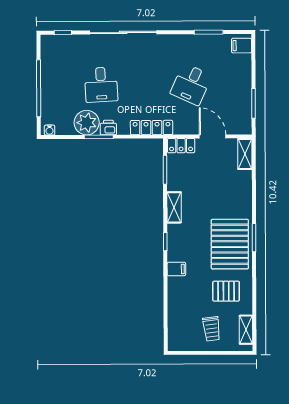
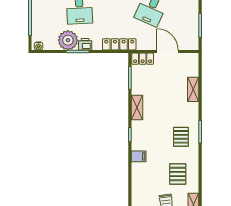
shelving: (245, 154) -> (193, 89), moved
pallet: (230, 244) -> (181, 137), width x0.49, depth x0.50
pallet: (226, 291) -> (178, 174), turned 90

